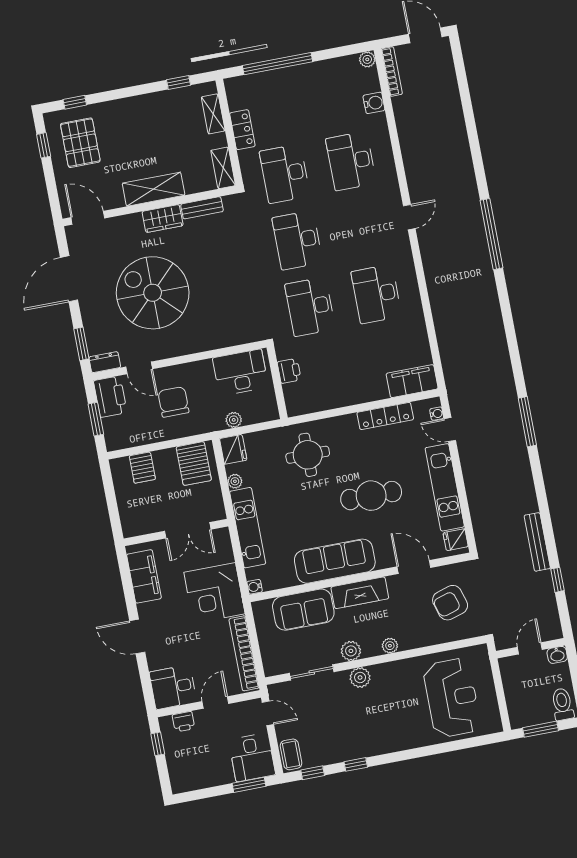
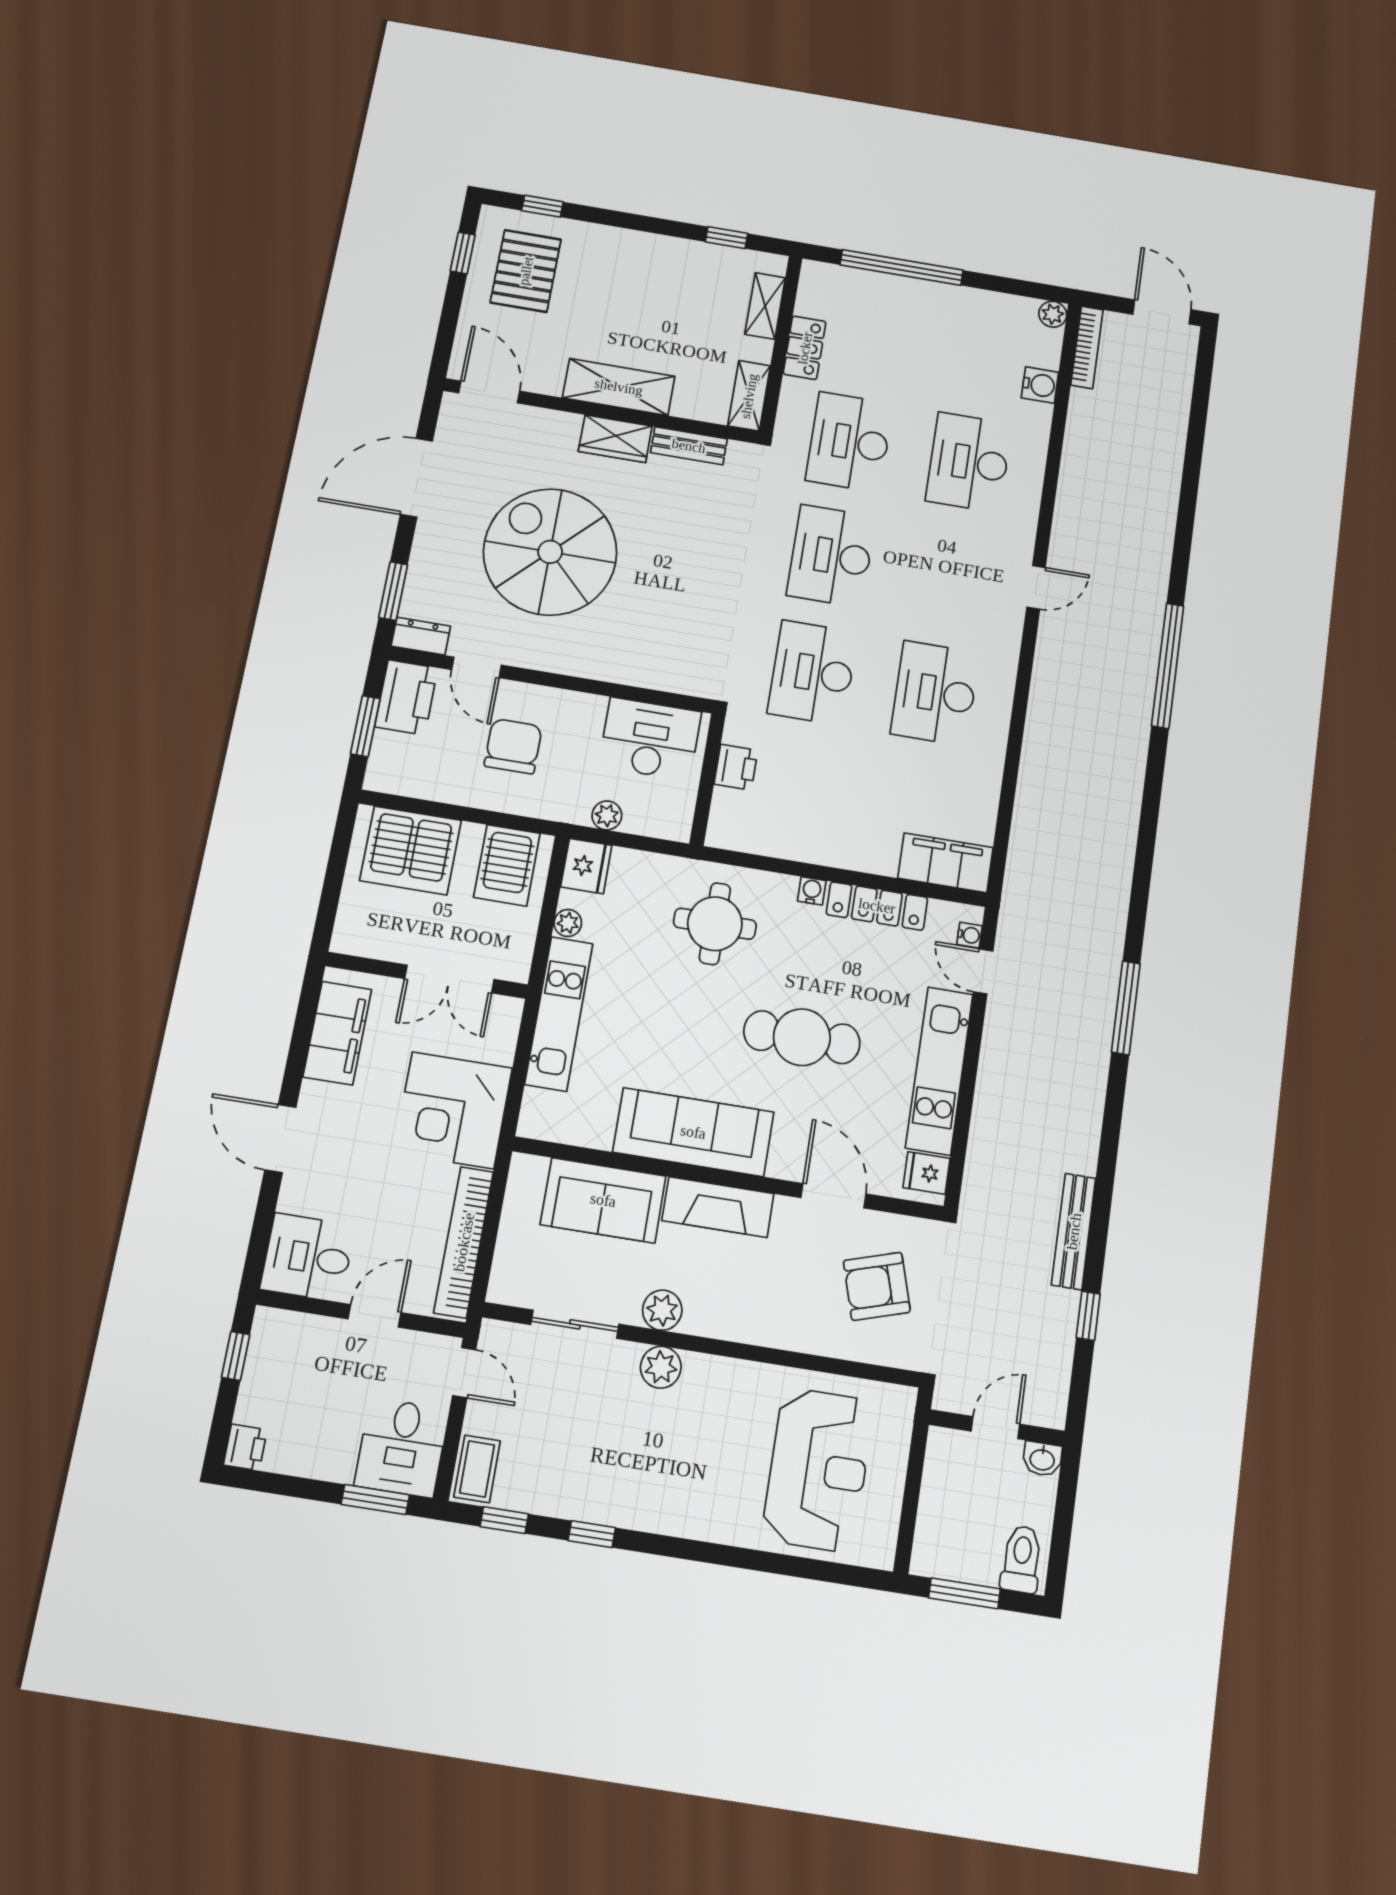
server rack: (142, 468) -> (411, 850), width x2.18, depth x1.44
water cooler: (255, 587) -> (812, 891), moved, turned 90
plant: (390, 646) -> (738, 1327), removed
printer: (184, 722) -> (245, 1447), moved, turned -90

